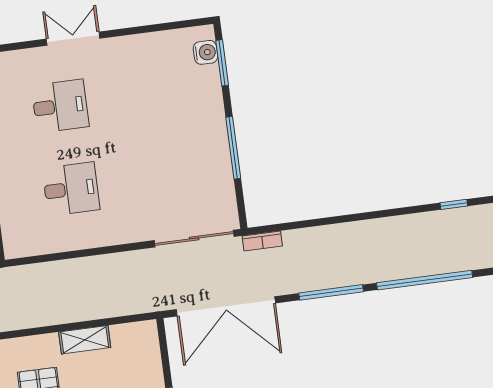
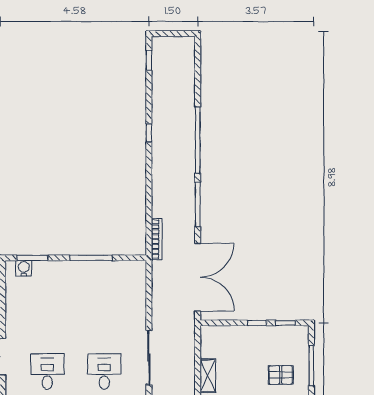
window: (454, 204) -> (149, 133), moved
sliding door: (194, 239) -> (149, 358), moved
bookcase: (262, 241) -> (157, 239), width x1.56

